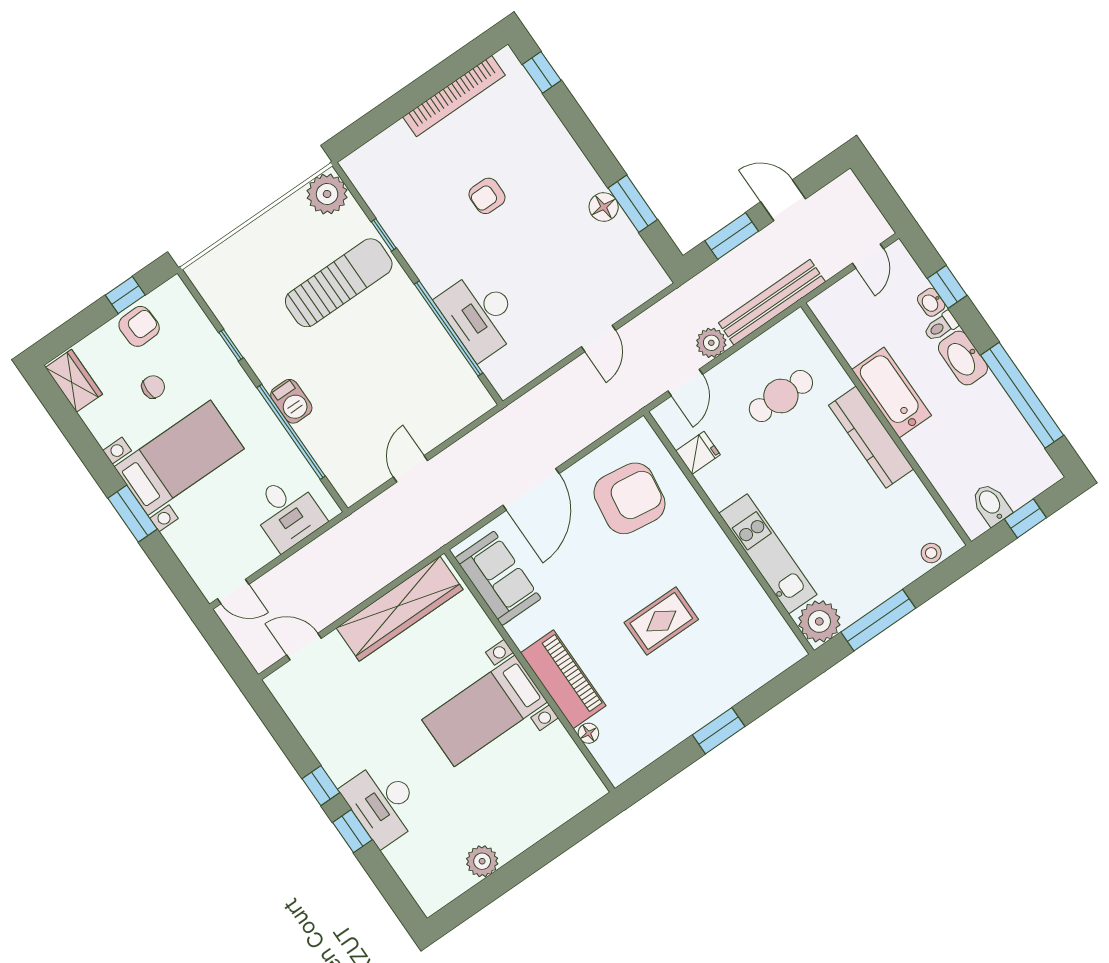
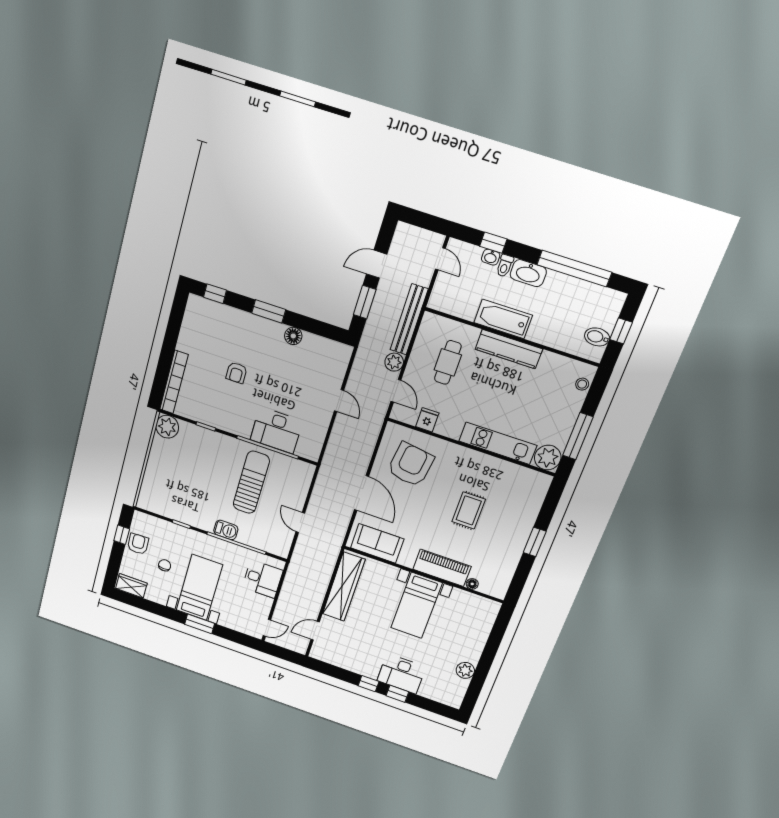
bookcase: (454, 96) -> (174, 382), moved
window: (633, 204) -> (269, 311), moved
sun lounger: (339, 283) -> (251, 482), moved

